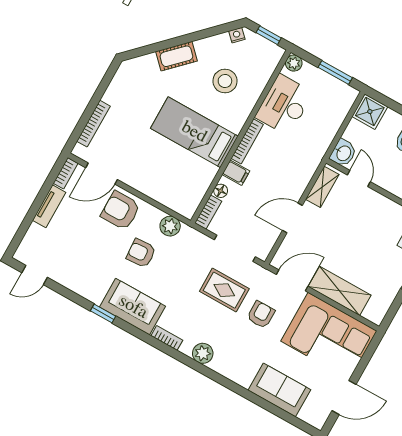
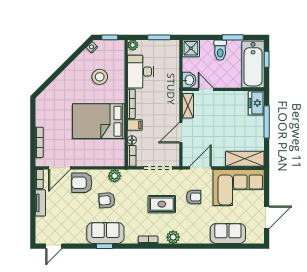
cot: (176, 56) -> (65, 78), removed
bed: (194, 132) -> (99, 121), width x1.50
rug: (224, 290) -> (162, 204), moved
shelving: (340, 291) -> (245, 159), moved
sofa: (133, 307) -> (105, 233), moved
armchair: (261, 315) -> (194, 197), turned 90

